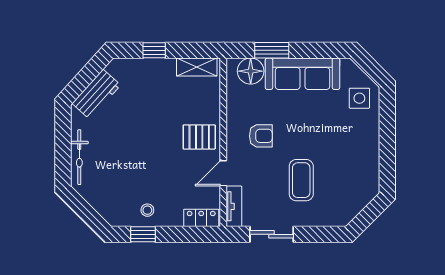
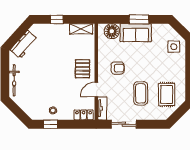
window: (272, 50) -> (139, 19), moved
sofa: (303, 74) -> (136, 33), width x0.73
pallet: (199, 137) -> (82, 69), turned 90
rug: (347, 182) -> (167, 94), added

